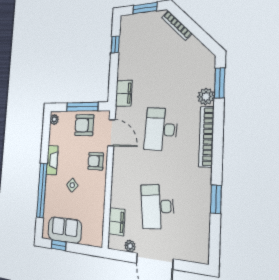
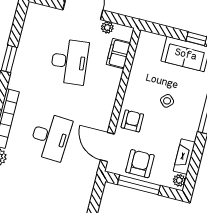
filing cabinet: (124, 93) -> (85, 185), removed
armchair: (84, 125) -> (140, 164), turned -90
fireplace: (52, 160) -> (184, 157), moved
armchair: (96, 161) -> (132, 121), turned -90

